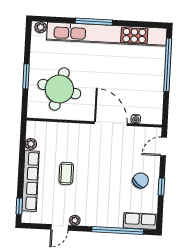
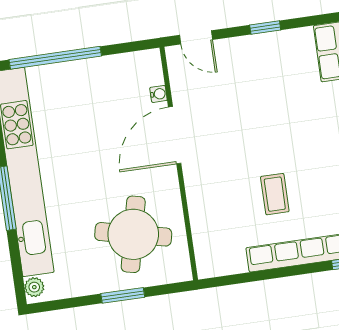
plant: (31, 144) -> (237, 264), removed
coffee table: (66, 173) -> (275, 194), turned 90
chair: (141, 180) -> (262, 65), removed

